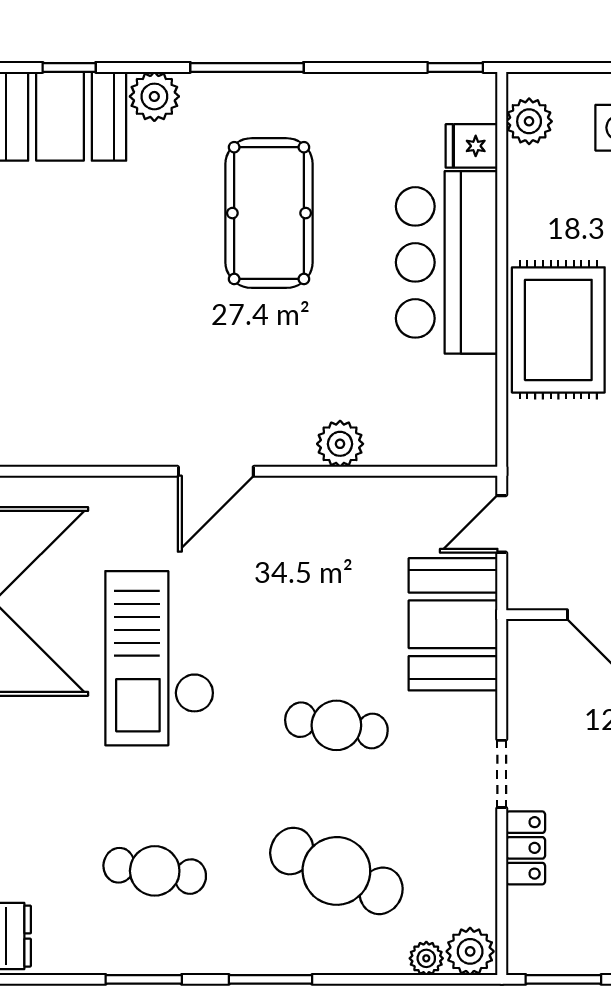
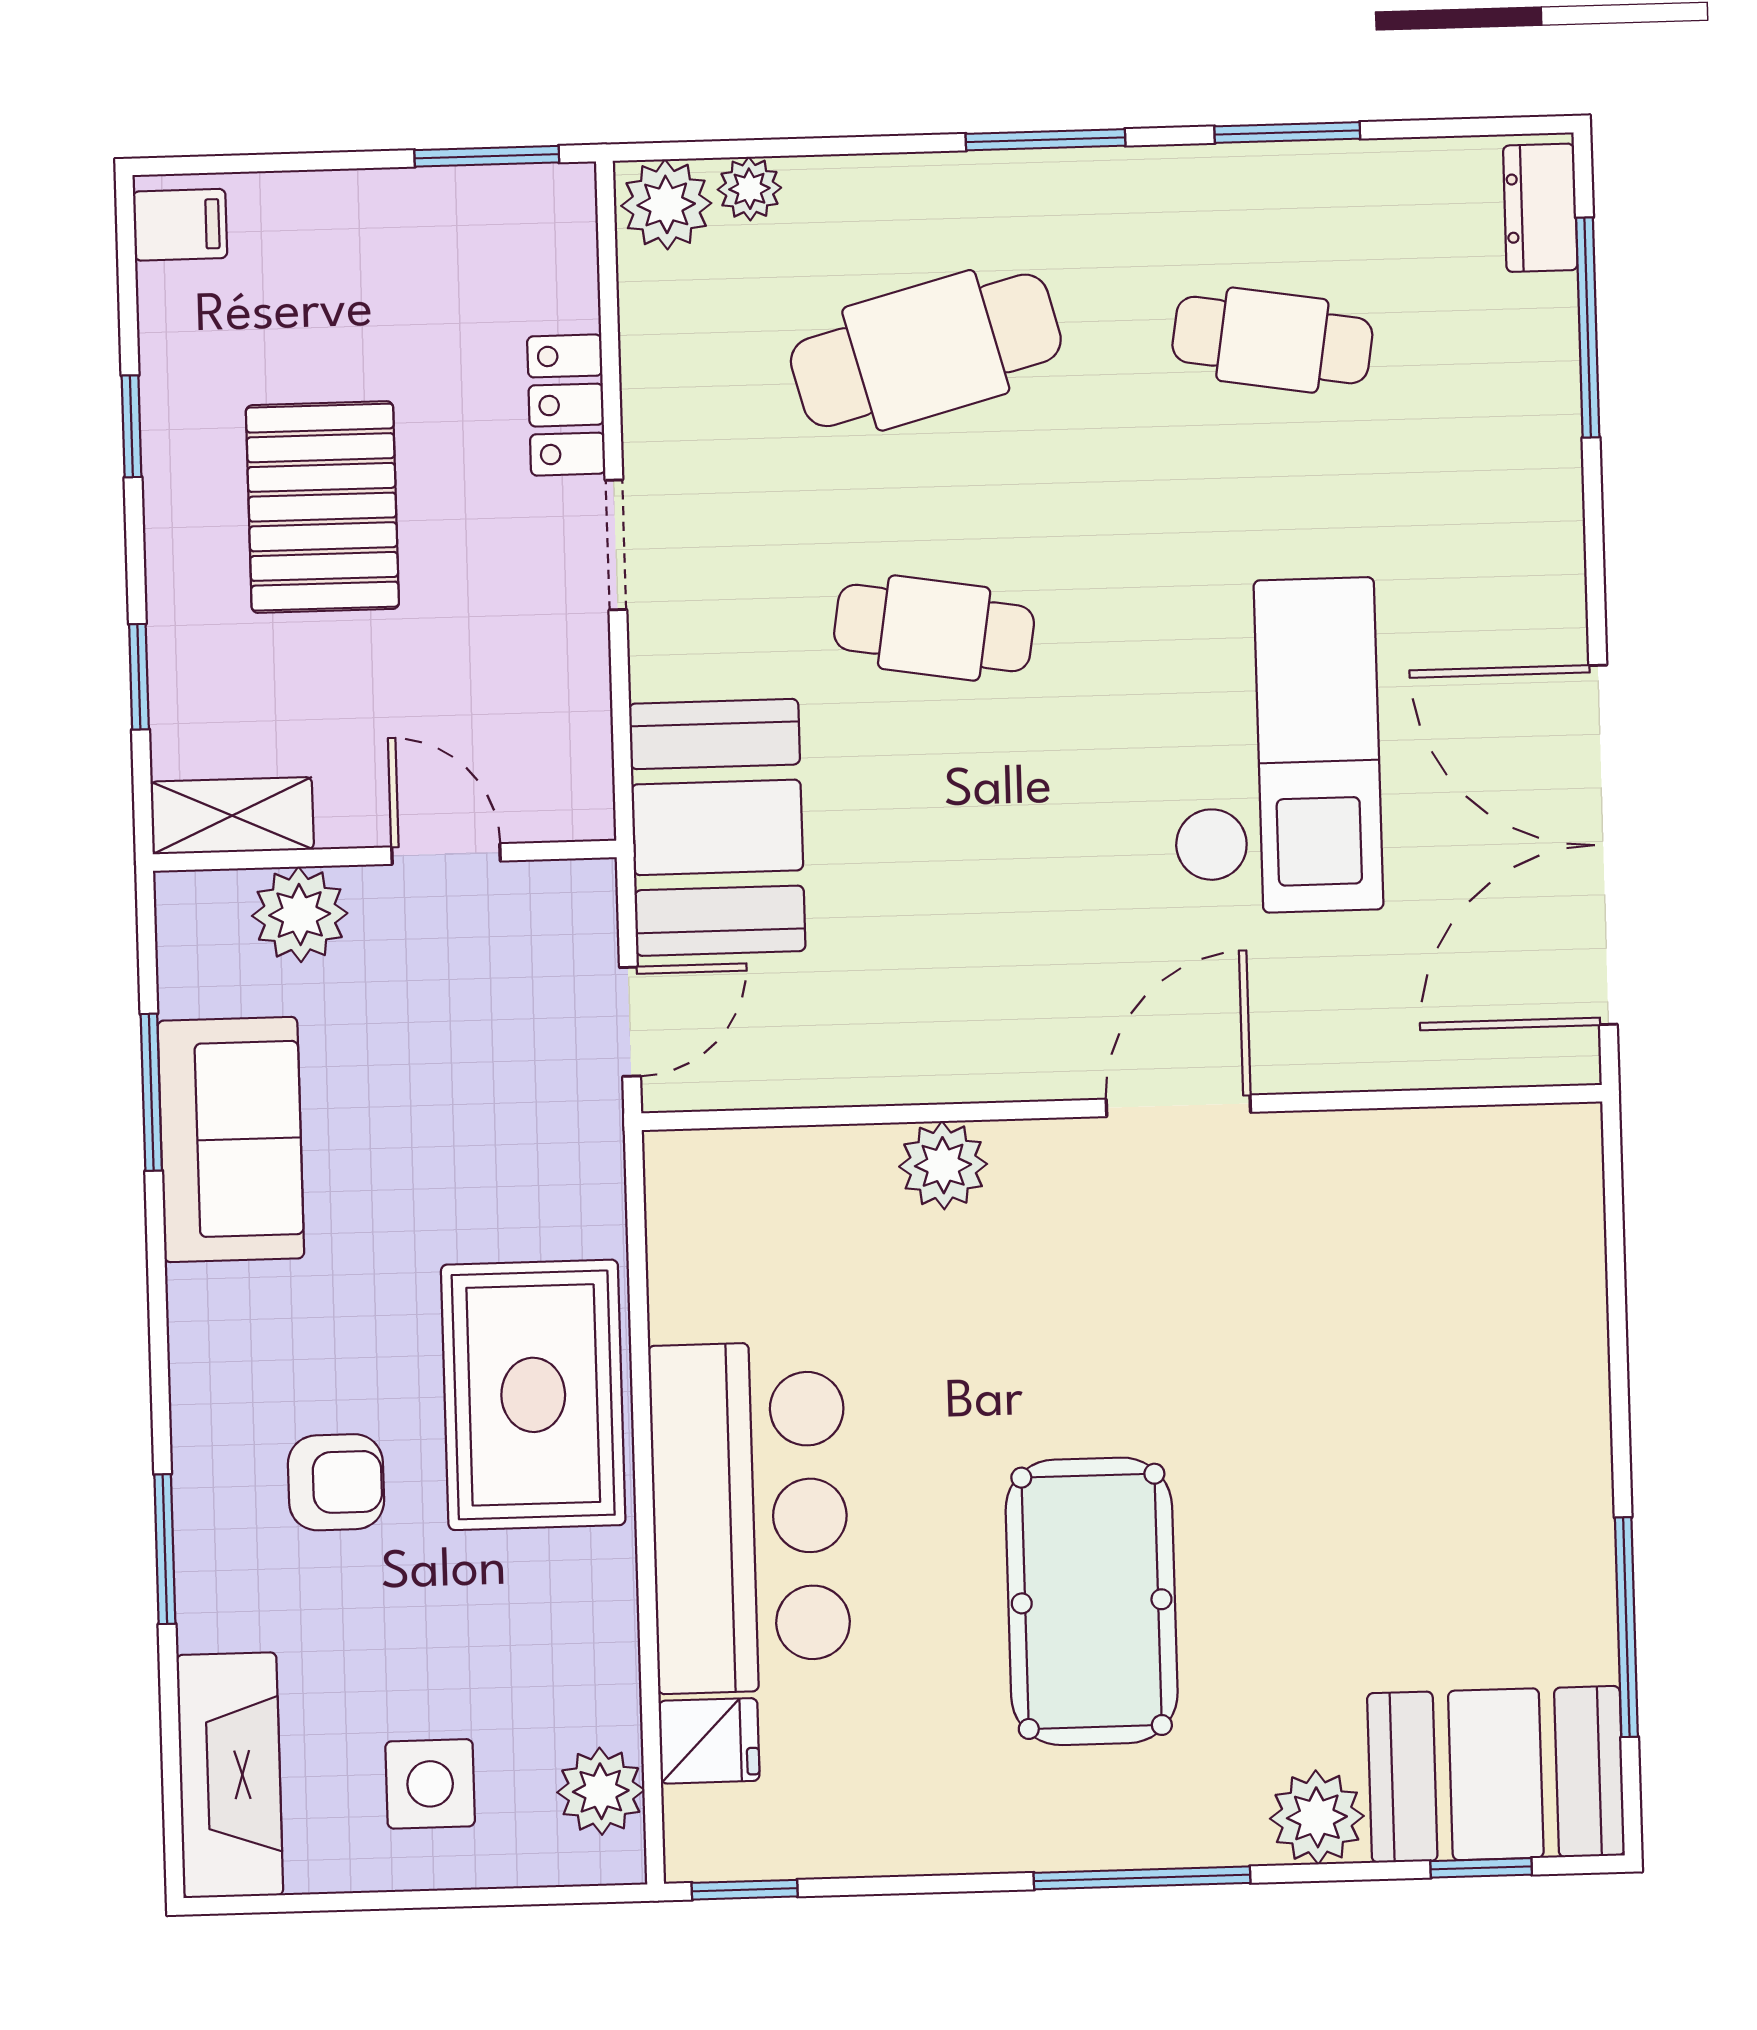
cafe table: (336, 871) -> (926, 350), turned -39

